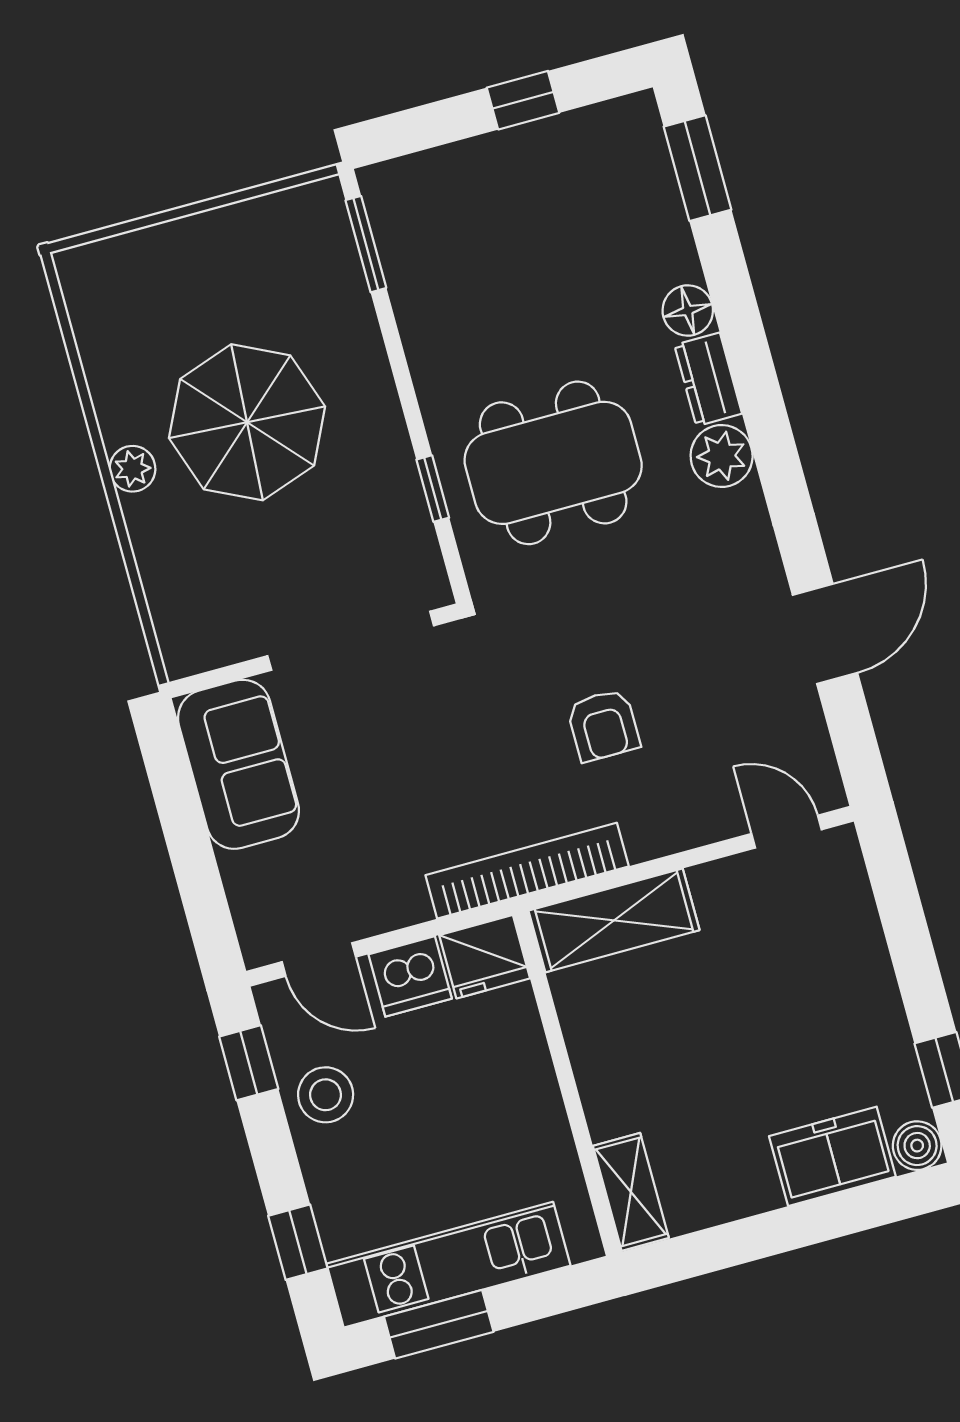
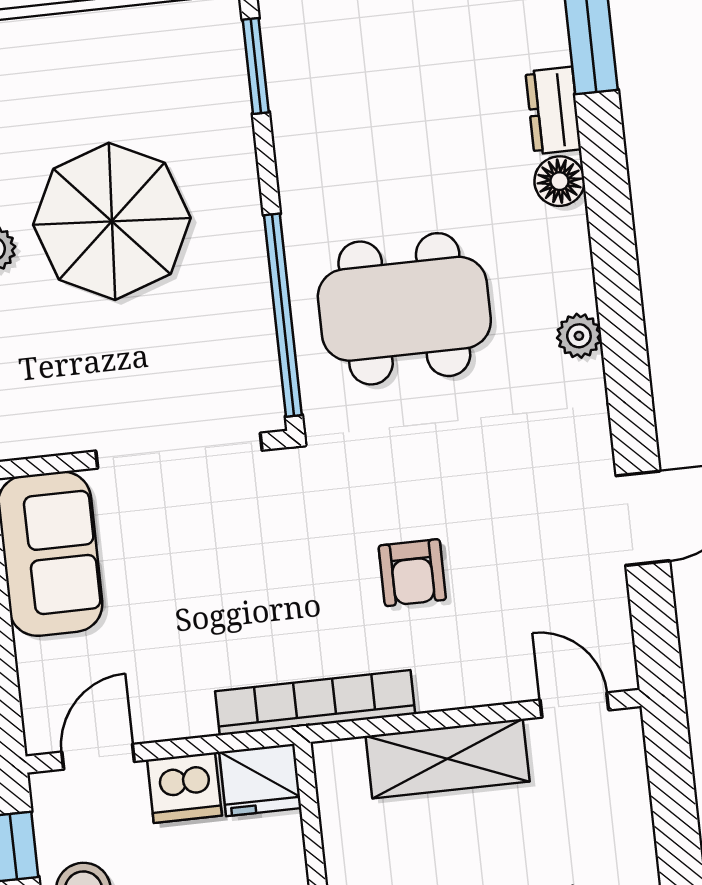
dresser: (708, 379) -> (553, 110), moved
plant: (722, 456) -> (579, 336), width x0.73, depth x0.73
window: (433, 489) -> (283, 315), width x3.17
shelving: (614, 920) -> (448, 759), moved
door: (319, 959) -> (98, 757), swing flipped

